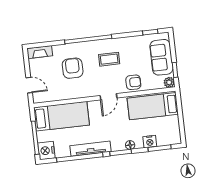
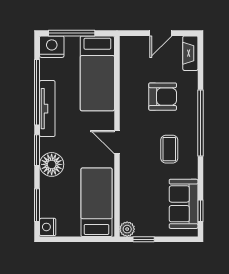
sofa: (161, 57) -> (184, 204), moved, turned -90
armchair: (133, 82) -> (133, 179), removed
door: (29, 85) -> (161, 33), moved
nightstand: (150, 142) -> (48, 227), moved
floor lamp: (130, 145) -> (52, 164), width x1.89, depth x1.89

